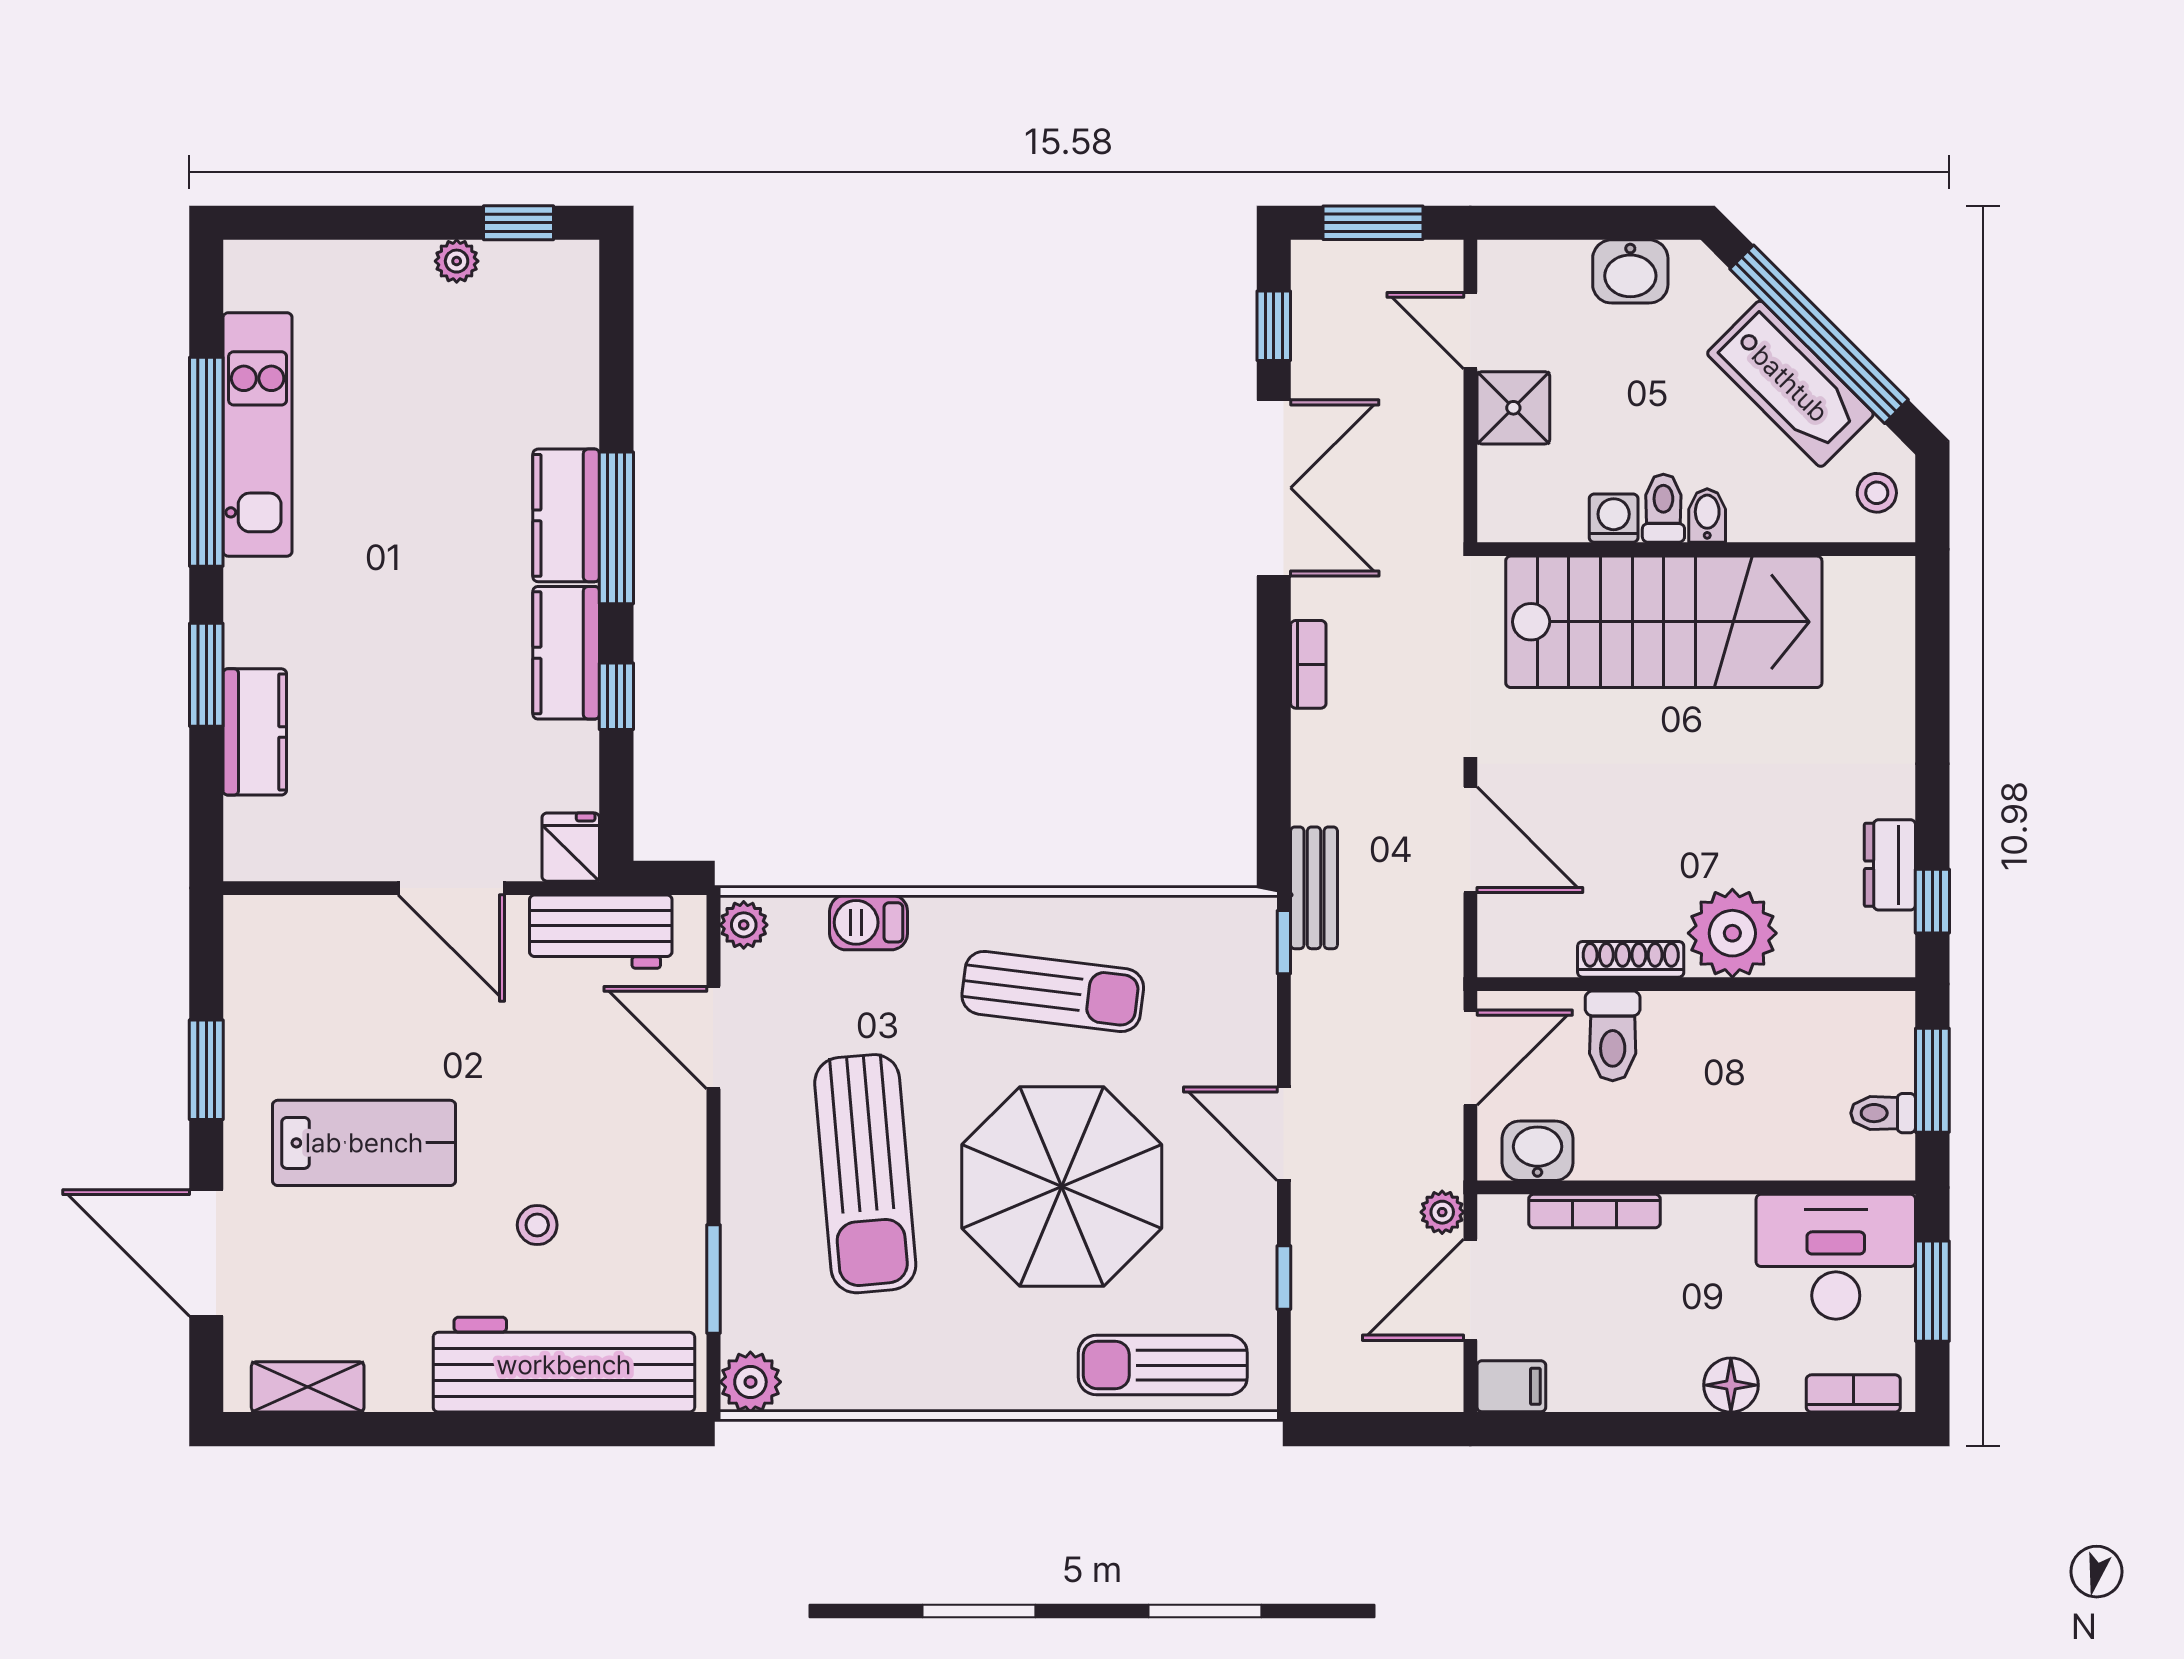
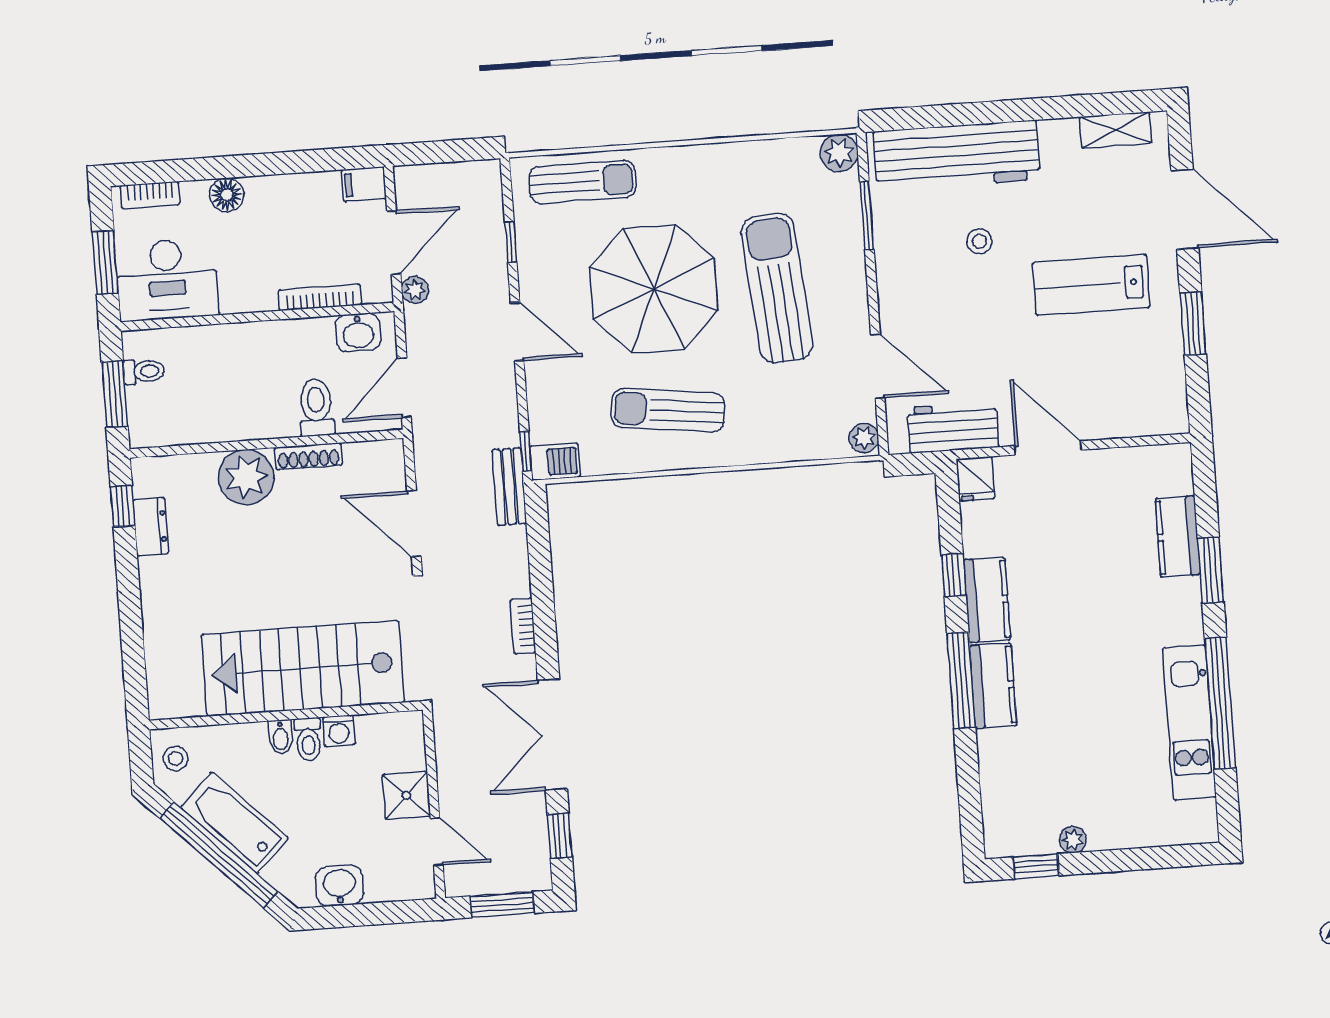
barbecue: (869, 922) -> (555, 462), moved

